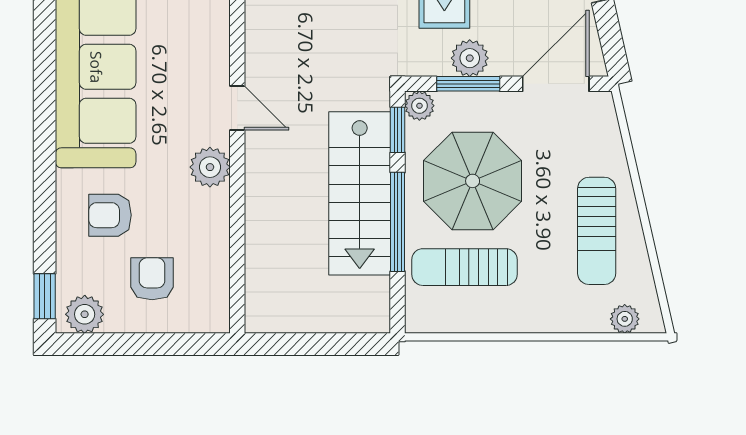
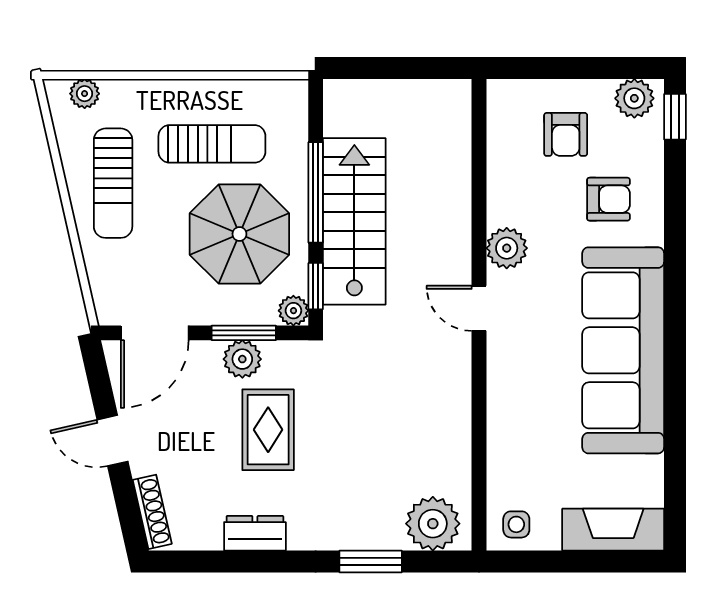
sun lounger: (597, 231) -> (113, 183), turned 180
sun lounger: (464, 267) -> (212, 144), moved

